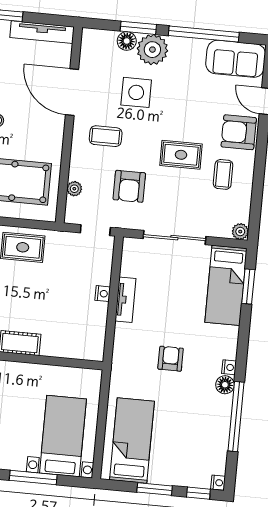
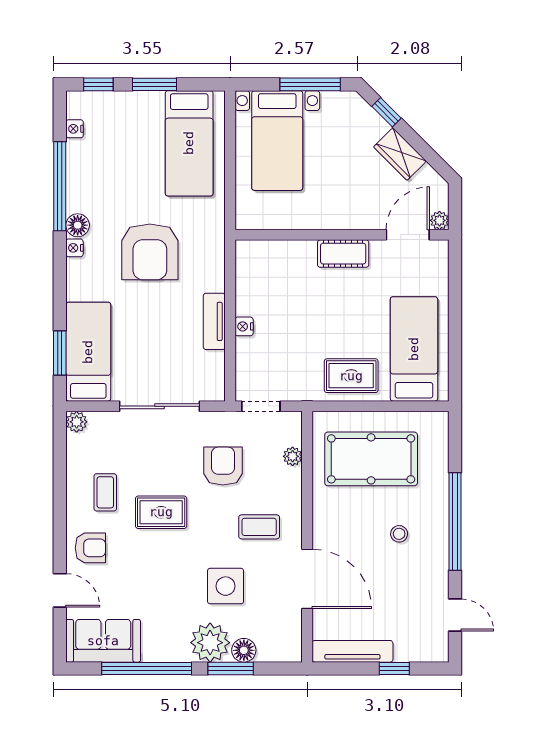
armchair: (239, 132) -> (90, 548), width x0.72, depth x0.72
armchair: (171, 359) -> (150, 252), width x1.88, depth x1.88
nightstand: (218, 483) -> (75, 129), moved

